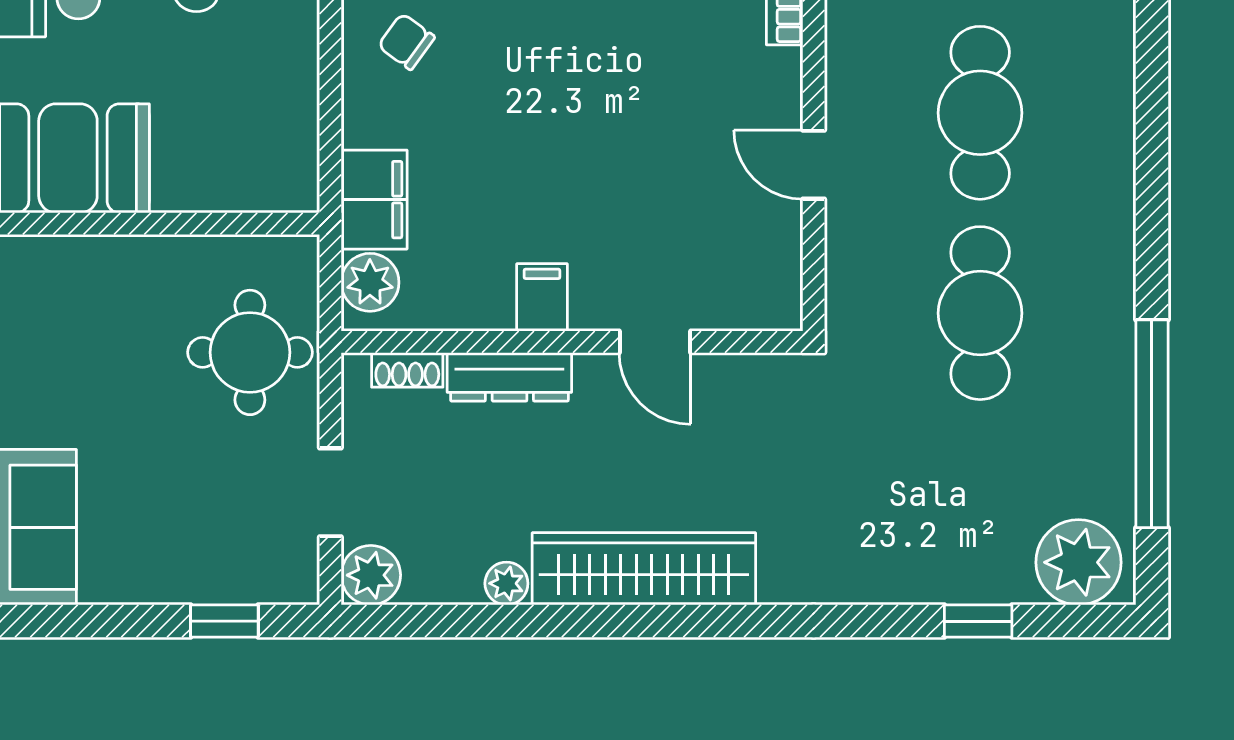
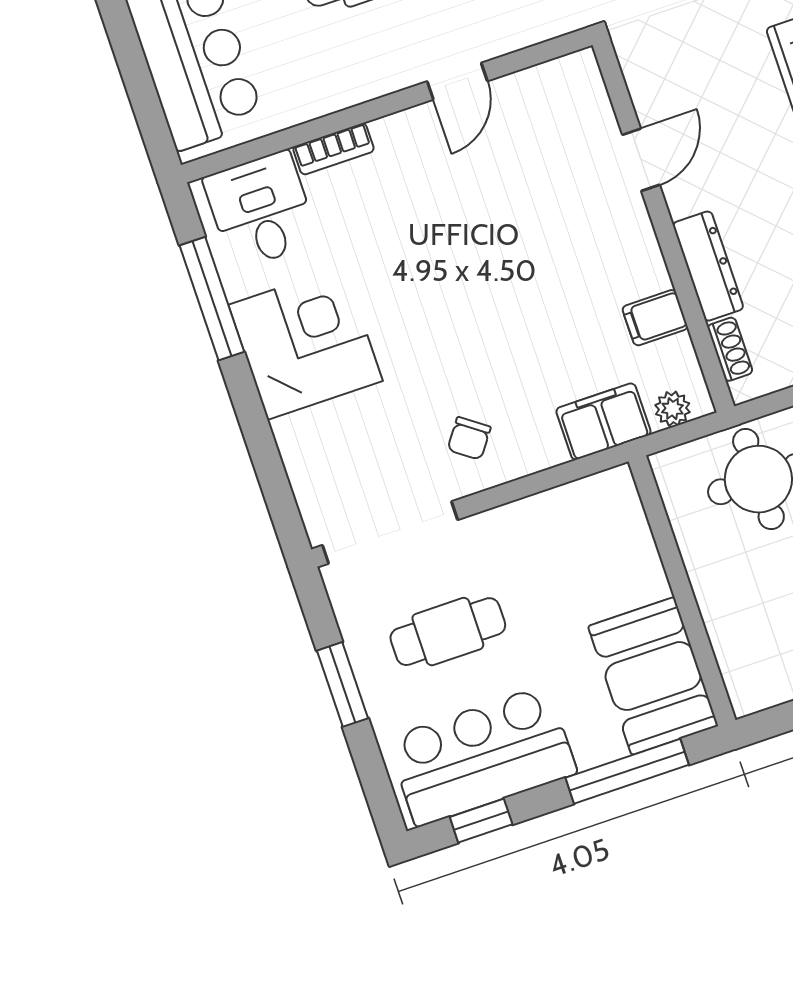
plant: (370, 282) -> (673, 409), width x0.73, depth x0.73
filing cabinet: (542, 297) -> (655, 318), moved

